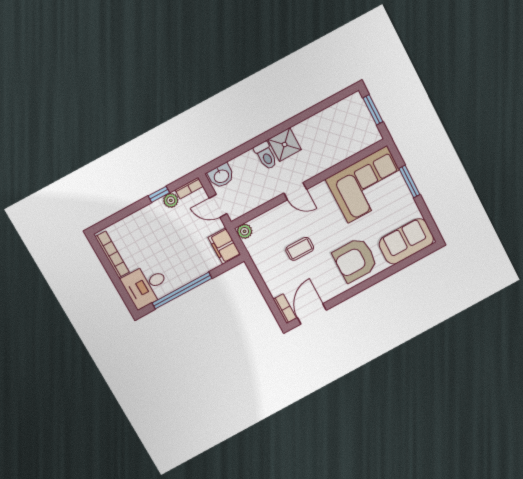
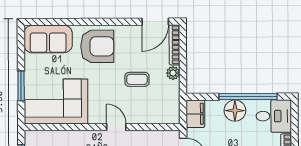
plant: (245, 231) -> (173, 73), moved
floor lamp: (187, 270) -> (235, 111), added
bookcase: (285, 309) -> (174, 45), width x1.56

